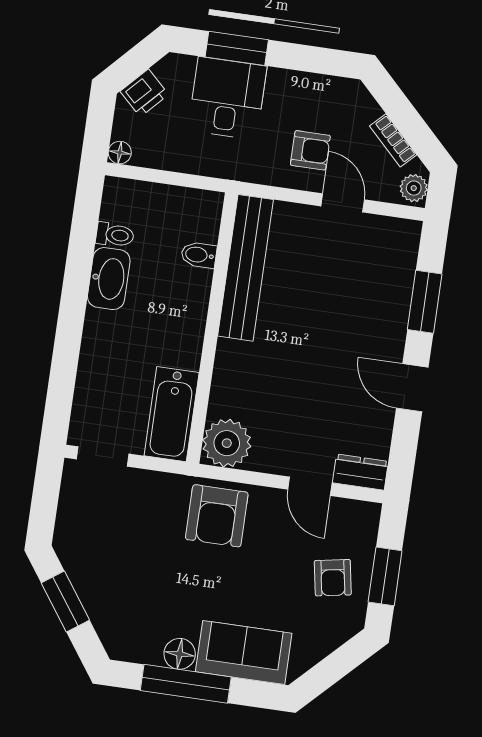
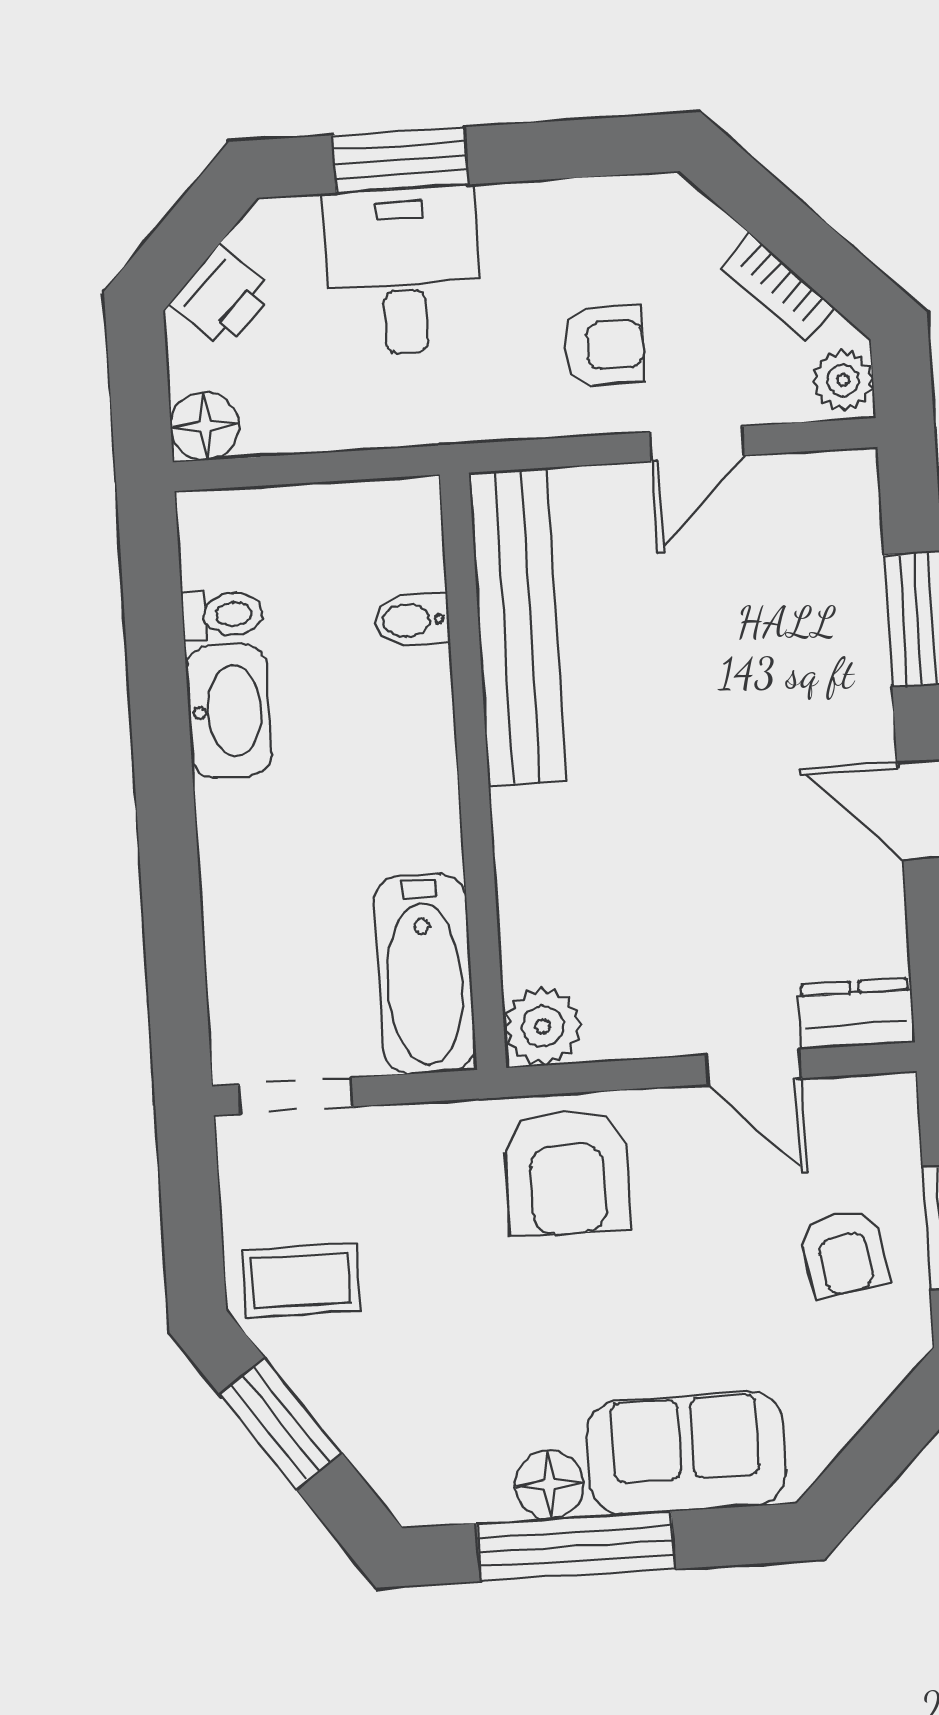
floor lamp: (120, 153) -> (205, 426), width x1.37, depth x1.37
door: (343, 203) -> (697, 444), swing flipped
plant: (227, 443) -> (543, 1027), width x0.73, depth x0.73
coffee table: (88, 539) -> (301, 1280), added

